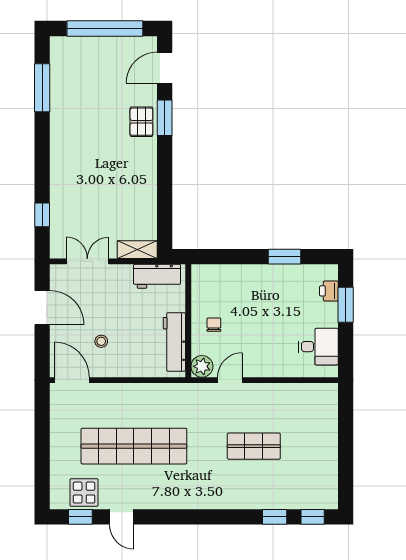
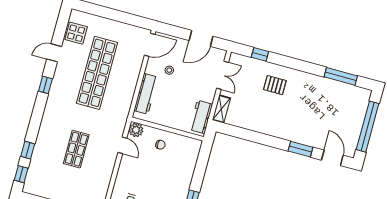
pallet: (141, 122) -> (275, 85), moved
workbench: (174, 342) -> (146, 94), moved, turned 90
window: (80, 517) -> (45, 85), moved

